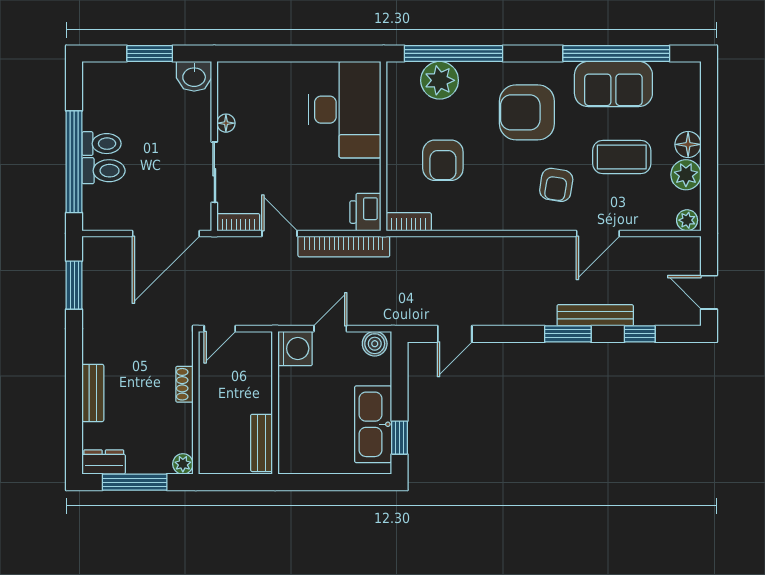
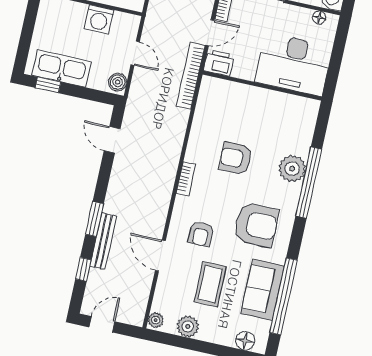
desk: (345, 110) -> (294, 64), moved
armchair: (527, 112) -> (256, 225), turned 90
floor lamp: (226, 123) -> (319, 17), moved
floor lamp: (688, 144) -> (245, 341), moved
wall: (384, 146) -> (262, 86), moved
armchair: (556, 185) -> (201, 234), turned -99
printer: (365, 212) -> (219, 63), moved
bookcase: (409, 222) -> (186, 179), moved
washing machine: (295, 349) -> (99, 19), moved

